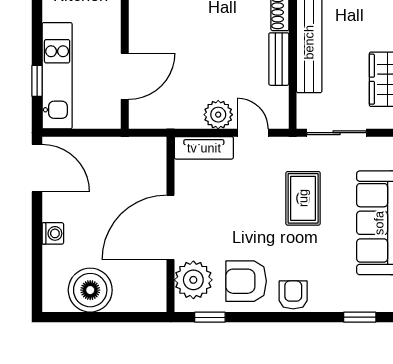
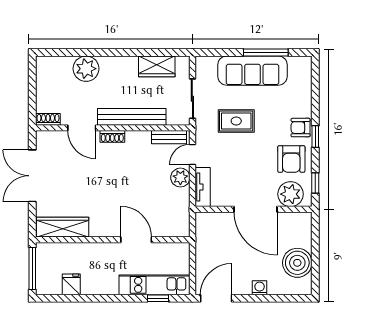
bench: (279, 59) -> (169, 137), moved
door: (125, 76) -> (136, 240), moved
window: (360, 317) -> (315, 137), moved

